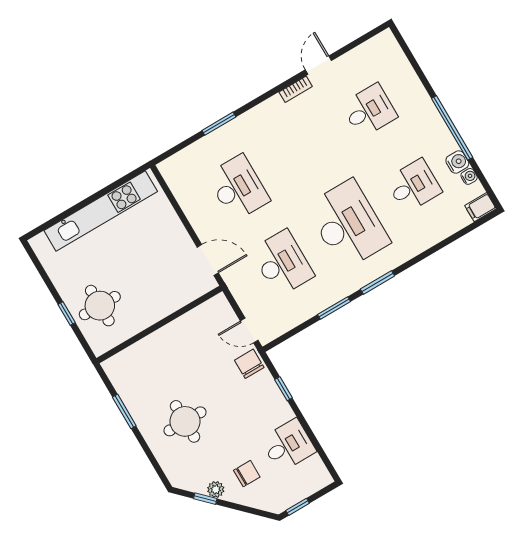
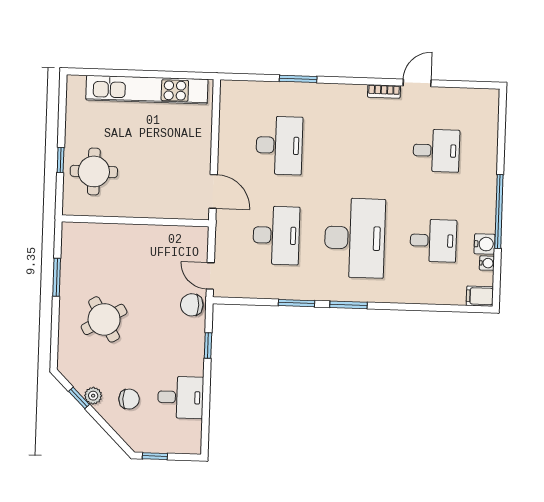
chair: (249, 364) -> (192, 305), turned -90
round table: (185, 421) -> (104, 319), turned -30

